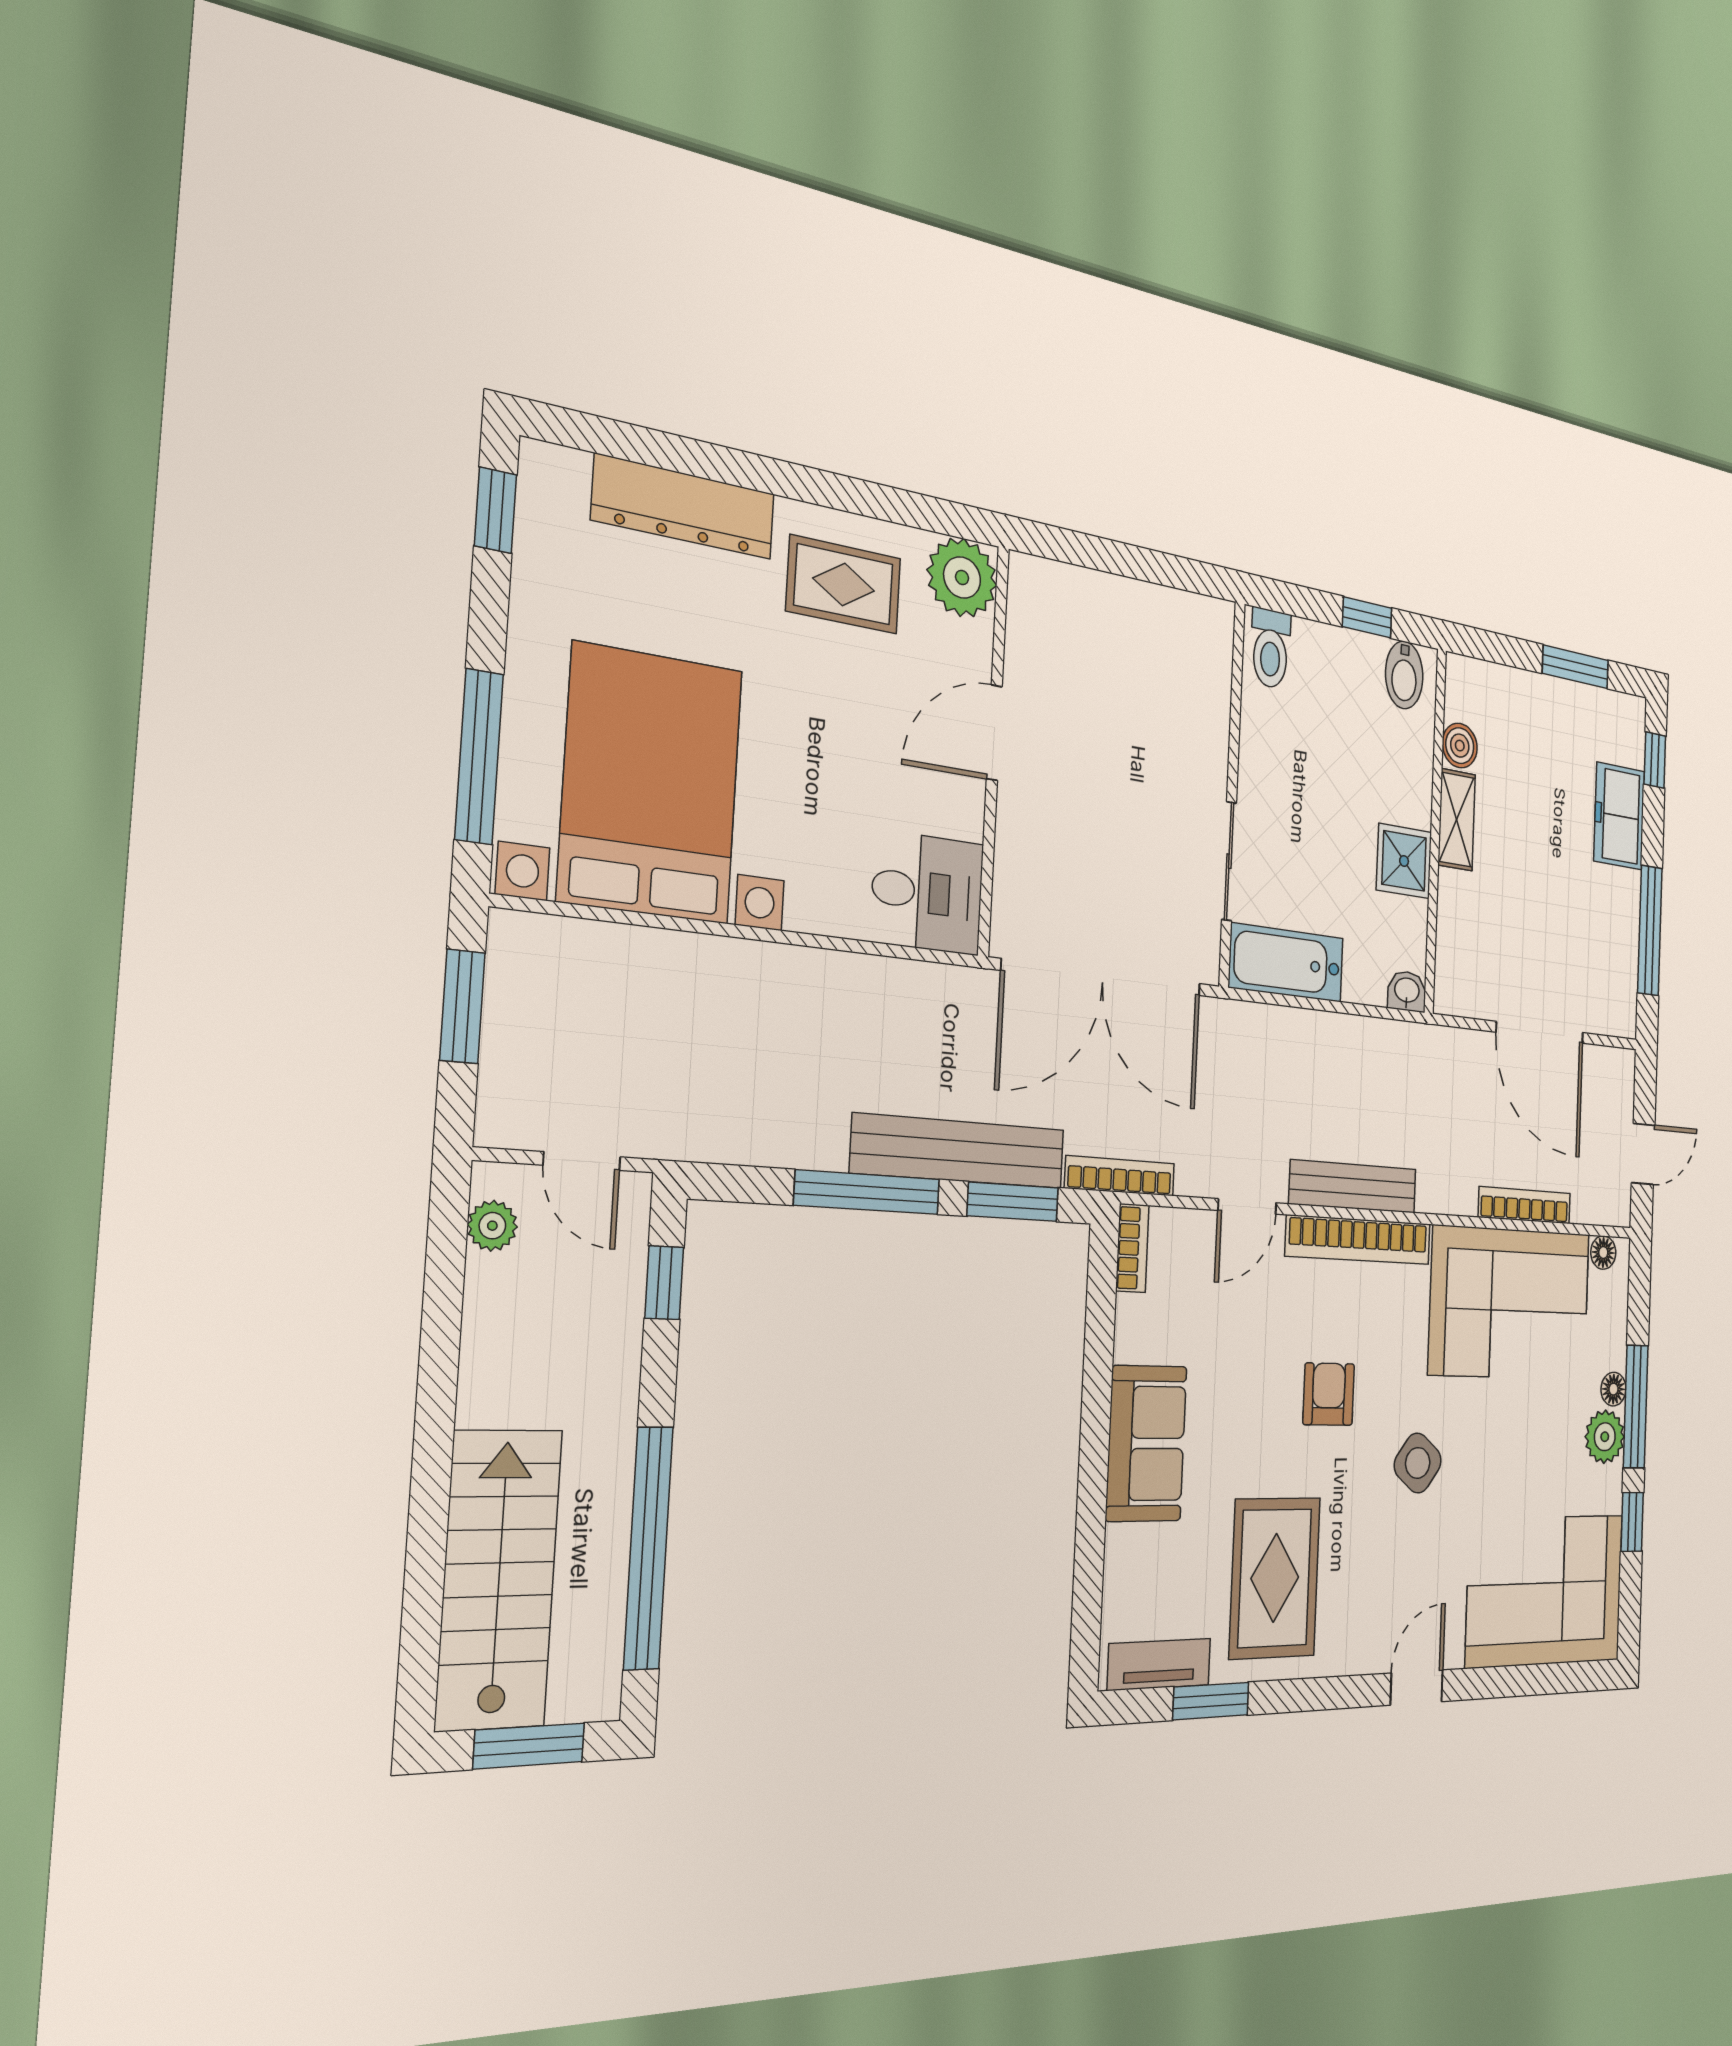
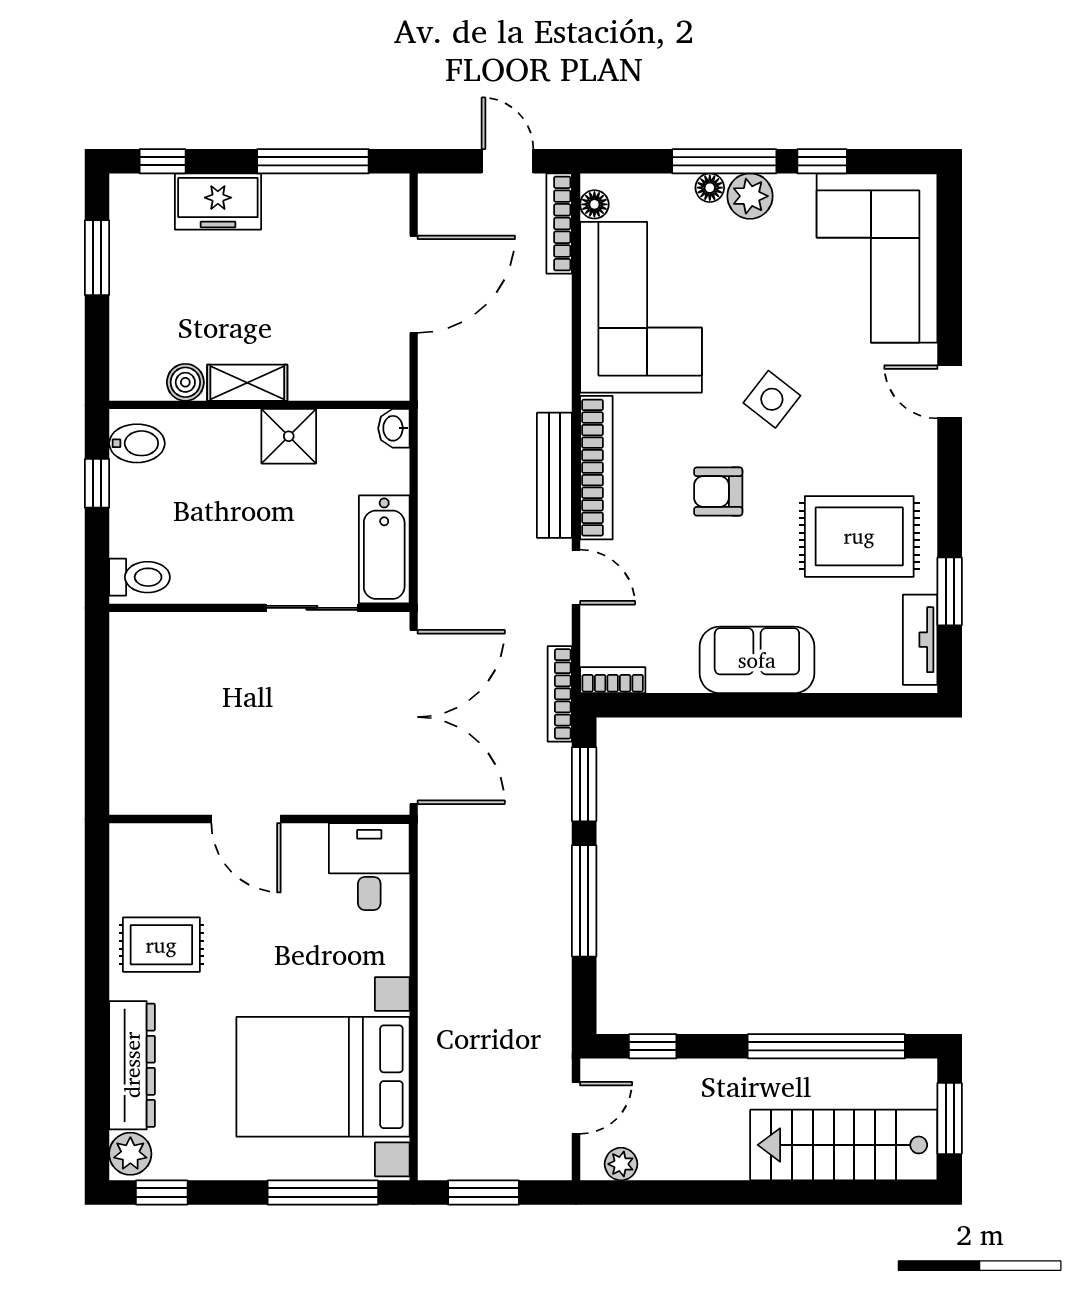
plant: (962, 578) -> (130, 1154), moved, width x0.73, depth x0.73
rug: (844, 584) -> (161, 945), turned 90
bench: (959, 1151) -> (551, 830), removed
bookcase: (1525, 1205) -> (559, 224), moved

